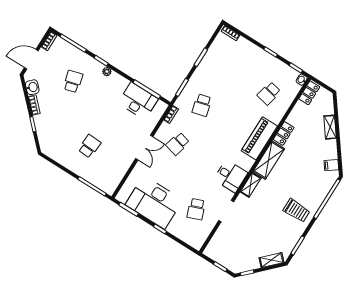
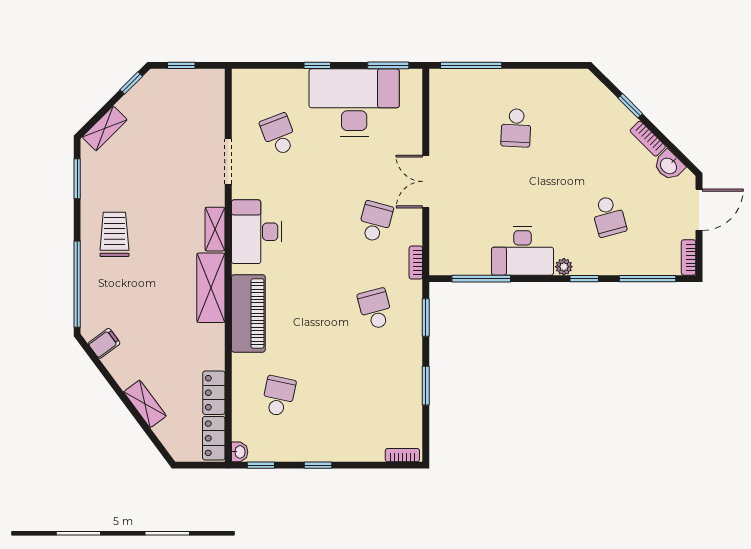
desk: (138, 101) -> (523, 251), moved
locker: (284, 133) -> (214, 393), moved
desk: (231, 176) -> (257, 232), width x1.37
trolley: (297, 210) -> (114, 234), turned 90

